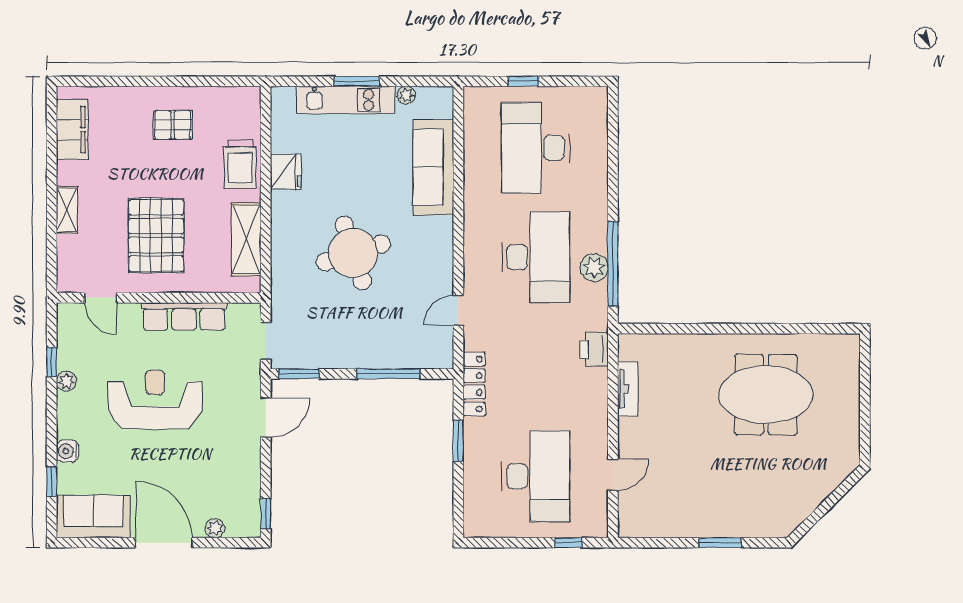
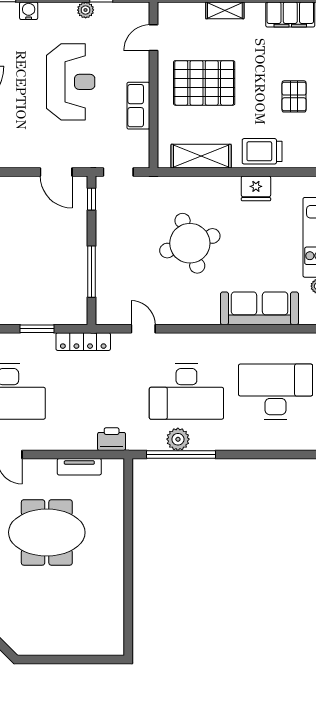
row of seats: (184, 316) -> (138, 106), width x0.68
window: (299, 374) -> (92, 199), width x0.67
meeting table: (766, 395) -> (47, 532), moved, turned 90

